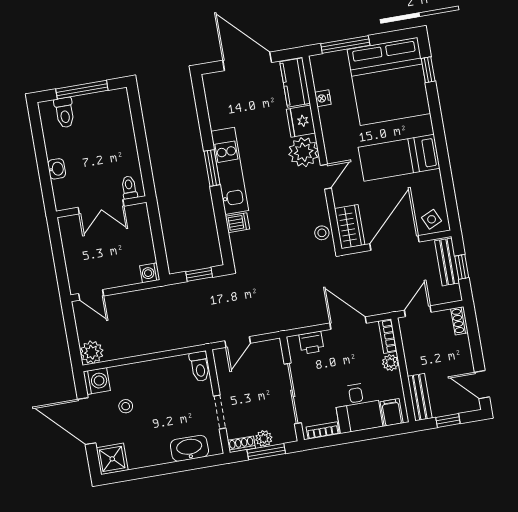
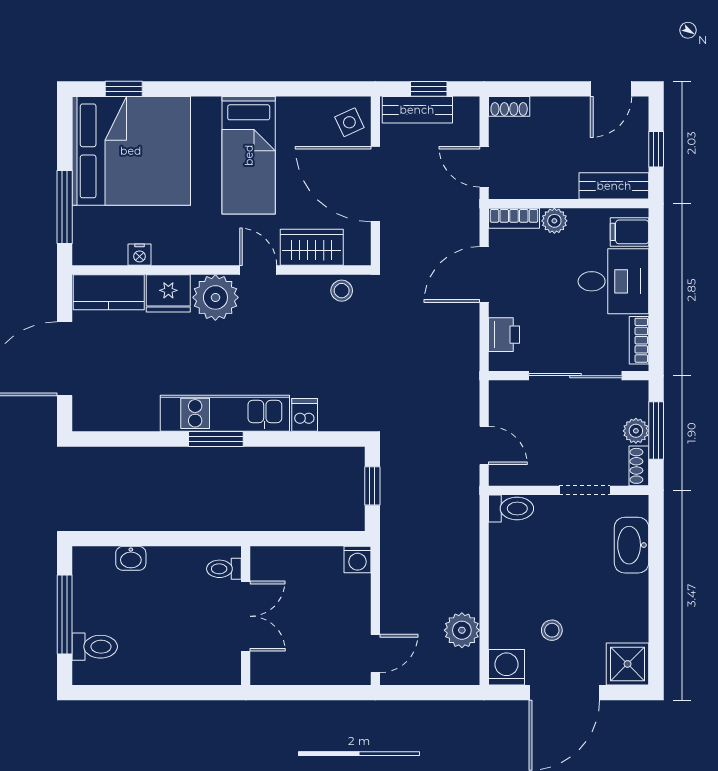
washbasin: (57, 169) -> (131, 558), moved, turned 180
wardrobe: (350, 227) -> (312, 247), moved
plant: (92, 352) -> (462, 630), moved

